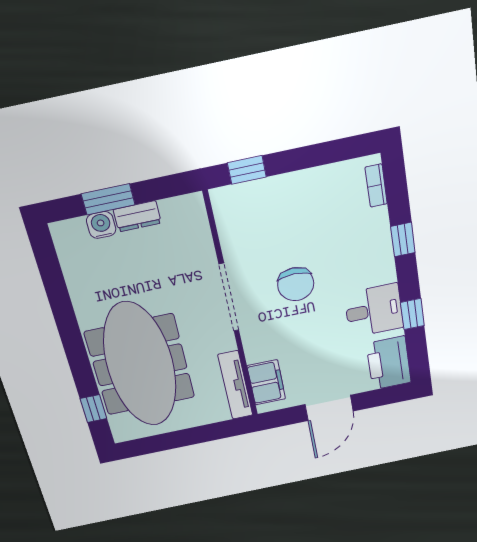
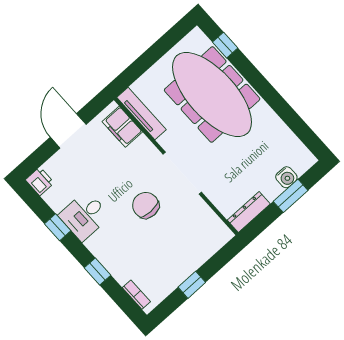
window: (247, 170) -> (192, 285), moved
dresser: (137, 216) -> (249, 212), moved, width x1.44
printer: (389, 363) -> (40, 181), width x0.53, depth x0.68

